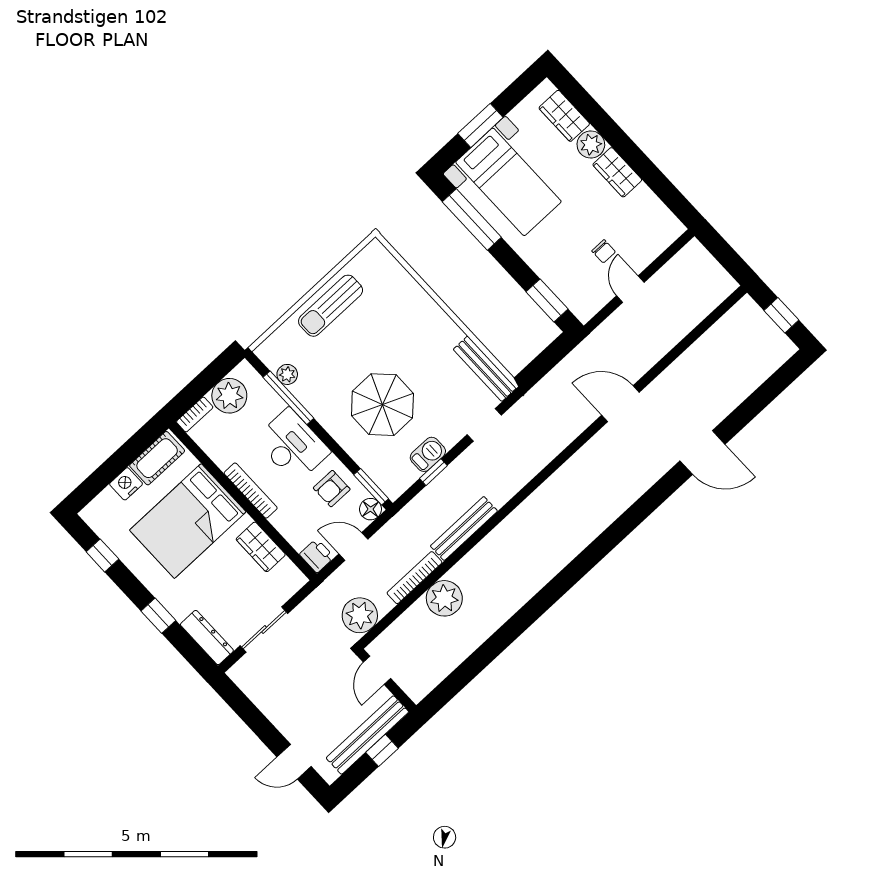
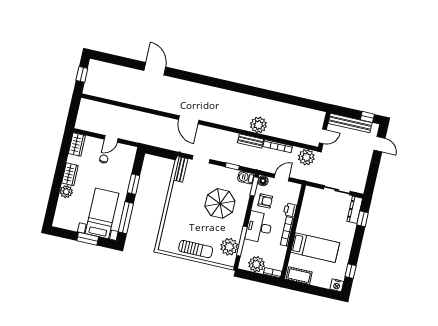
wardrobe: (564, 116) -> (77, 145), moved
window: (547, 300) -> (134, 184), moved
bench: (485, 369) -> (181, 169), width x0.73
plant: (287, 374) -> (229, 247), width x1.88, depth x1.88
door: (620, 404) -> (189, 120), moved
barbecue: (428, 454) -> (246, 177), moved
nightstand: (126, 484) -> (337, 285), moved
bed: (188, 521) -> (315, 248), width x0.67
bench: (464, 528) -> (250, 141), width x0.73
wardrobe: (261, 547) -> (306, 213), removed
door: (353, 547) -> (282, 178), swing flipped
printer: (317, 556) -> (290, 210), moved
plant: (444, 598) -> (258, 125), moved
window: (158, 616) -> (362, 219), moved
window: (382, 750) -> (367, 117), moved

